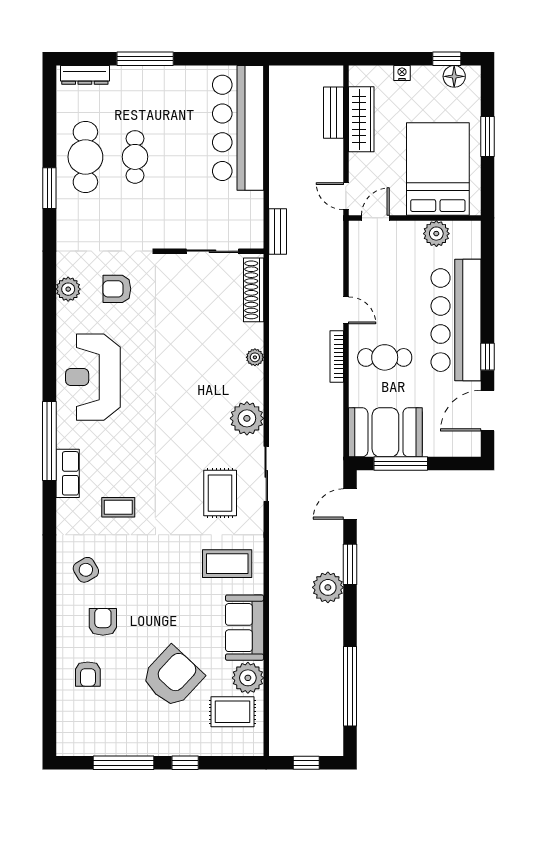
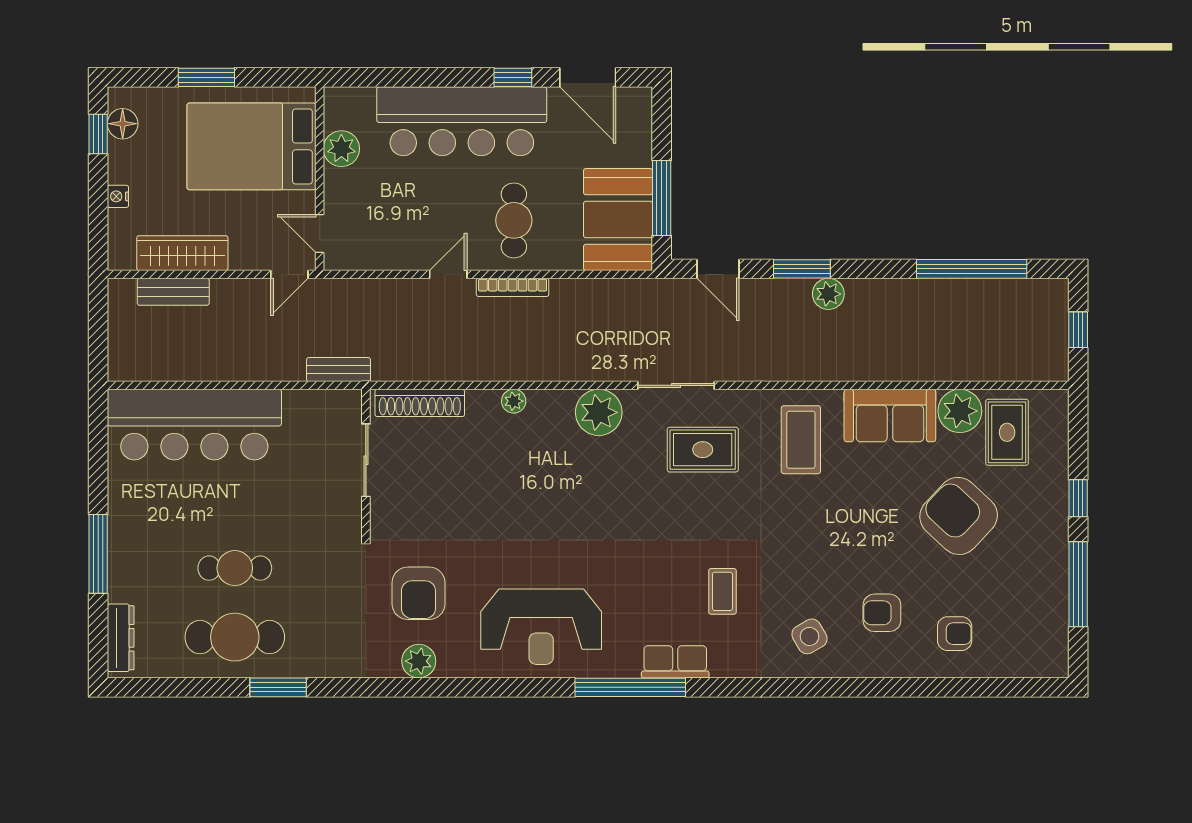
armchair: (117, 289) -> (418, 593), width x1.38, depth x1.38
plant: (328, 587) -> (828, 294), width x0.73, depth x0.73

